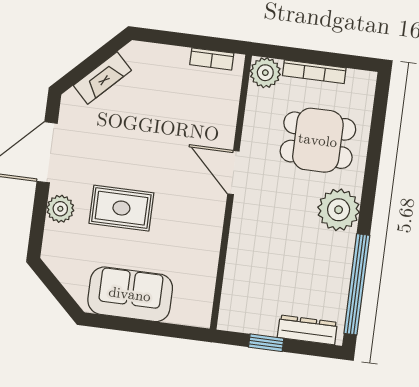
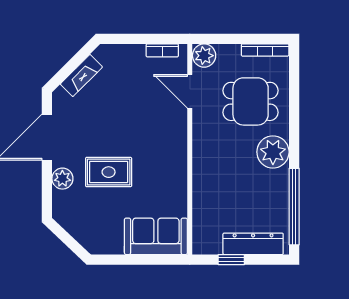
bookcase: (314, 72) -> (265, 50), moved
door: (233, 172) -> (190, 91), moved
sofa: (130, 294) -> (156, 236), moved
dresser: (307, 330) -> (253, 244), width x1.37, depth x1.24

